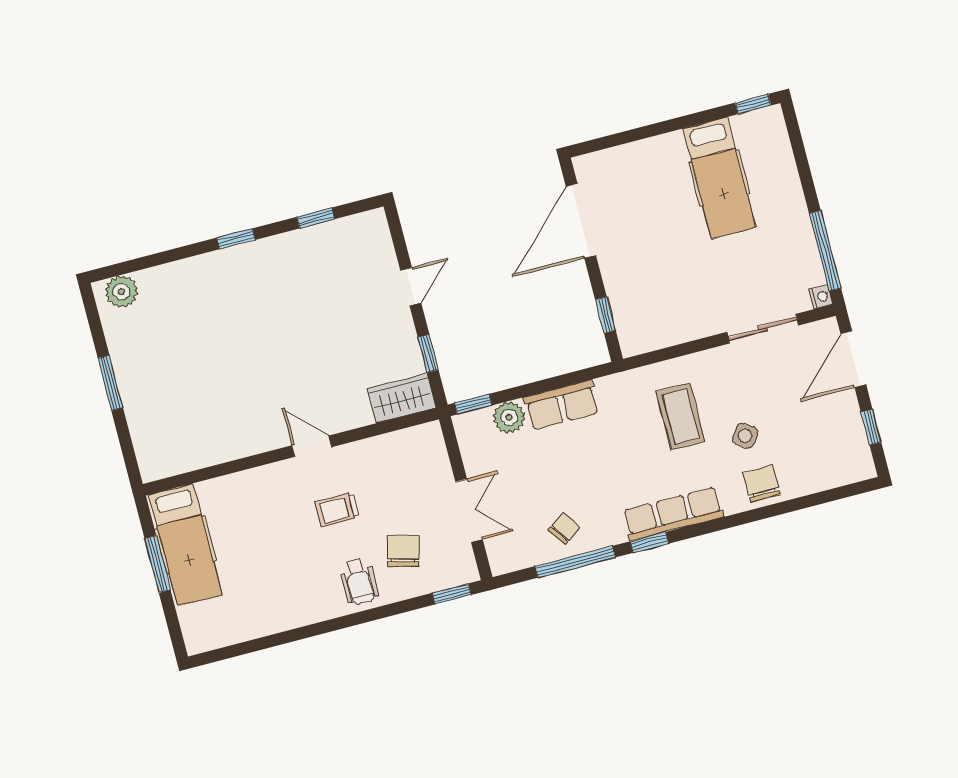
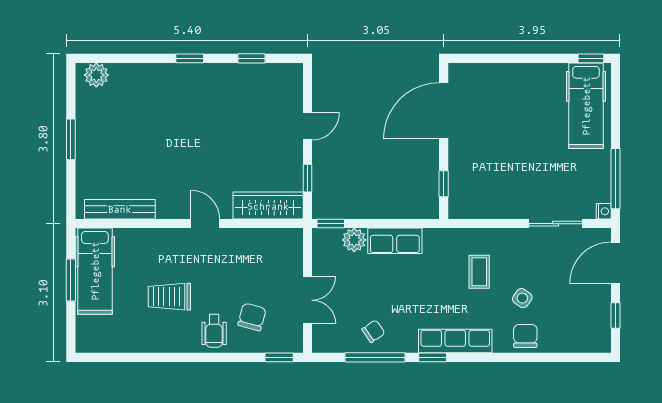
hospital bed: (719, 178) -> (586, 106), moved
wardrobe: (401, 398) -> (268, 206), width x1.50
coffee table: (681, 416) -> (479, 272), width x0.73, depth x0.77
bench: (197, 456) -> (120, 209), added
trolley: (337, 510) -> (169, 297), moved, width x1.36, depth x1.39

